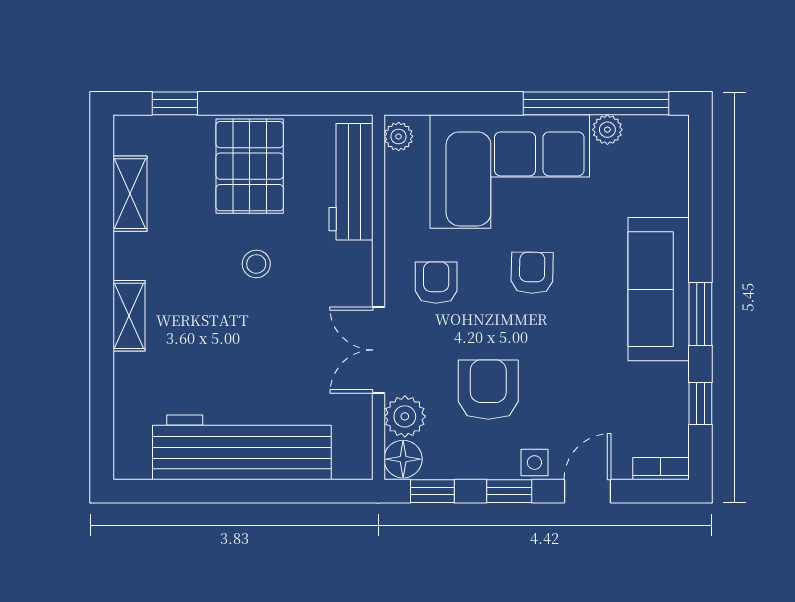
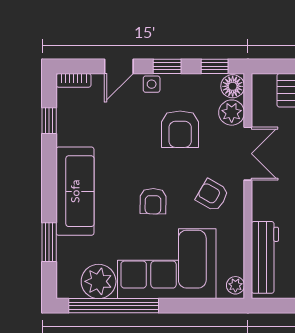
plant: (607, 130) -> (99, 281), width x1.88, depth x1.88
armchair: (436, 283) -> (212, 195), turned 120
window: (700, 314) -> (49, 242), moved

